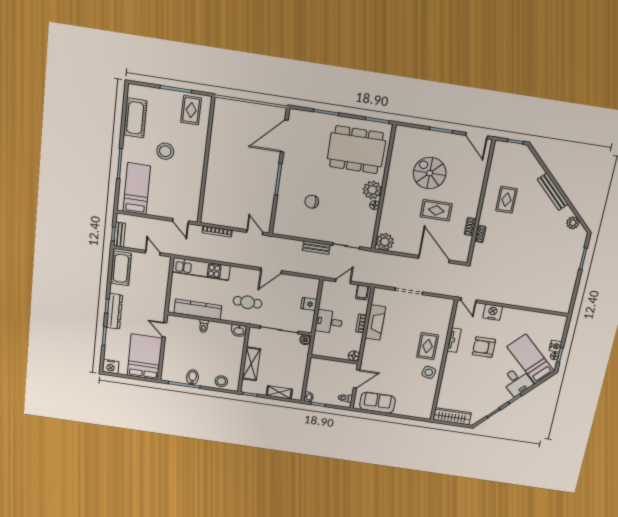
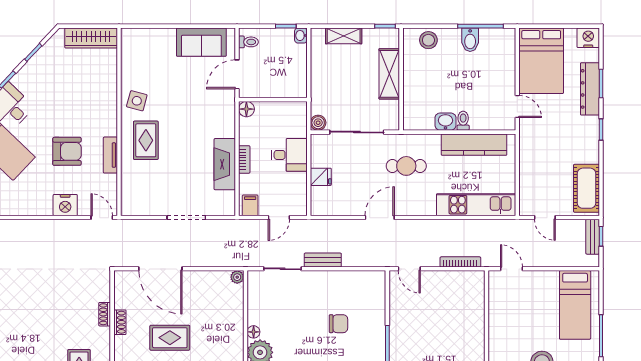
plant: (385, 242) -> (237, 277), width x0.53, depth x0.53
dresser: (114, 311) -> (590, 89), moved
washbasin: (239, 331) -> (445, 122), moved

